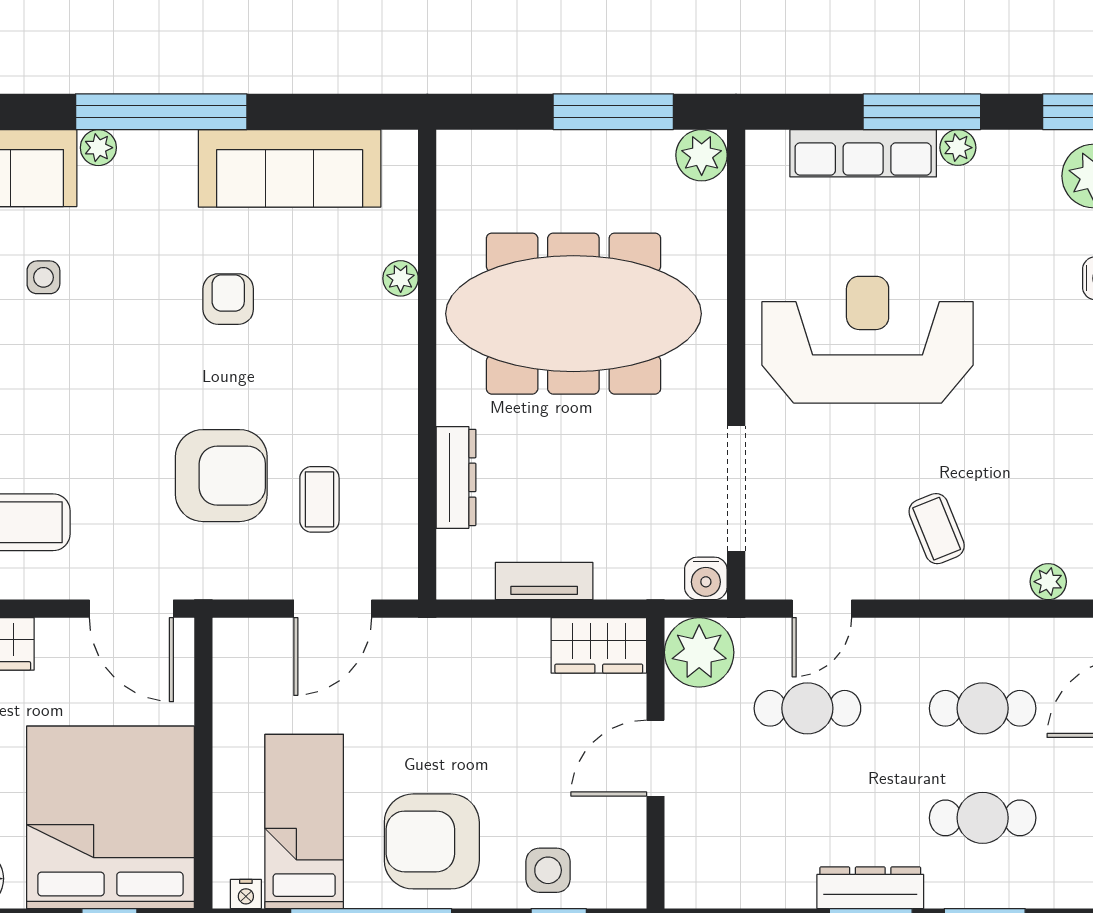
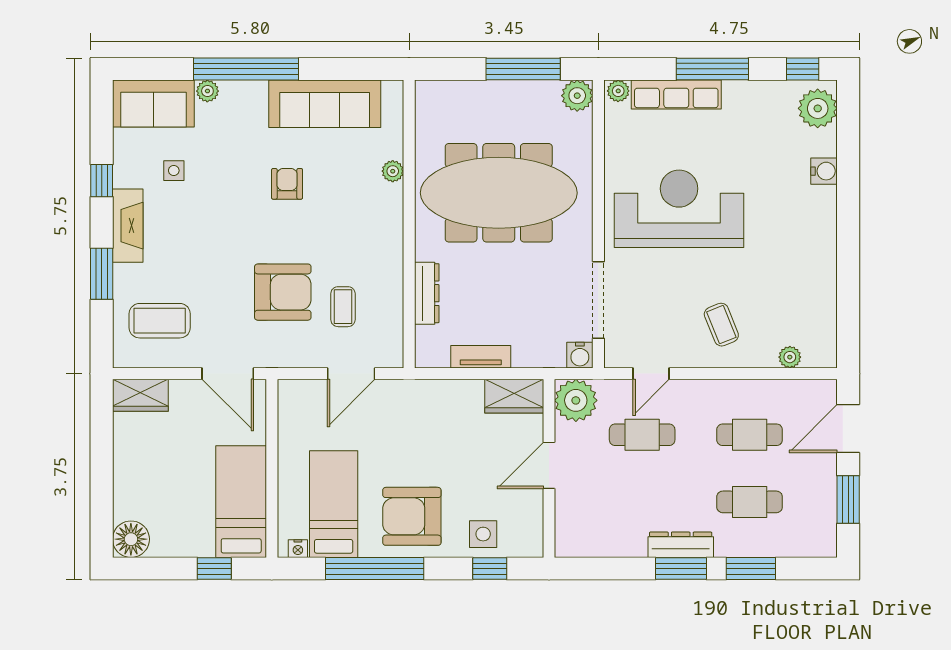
plant: (958, 148) -> (618, 91), moved
bed: (110, 817) -> (241, 502), width x0.49

